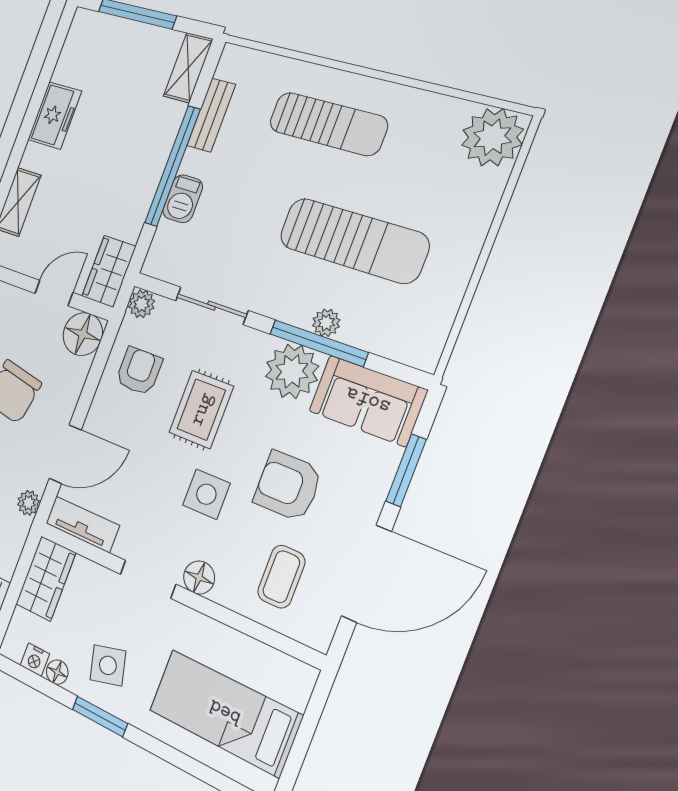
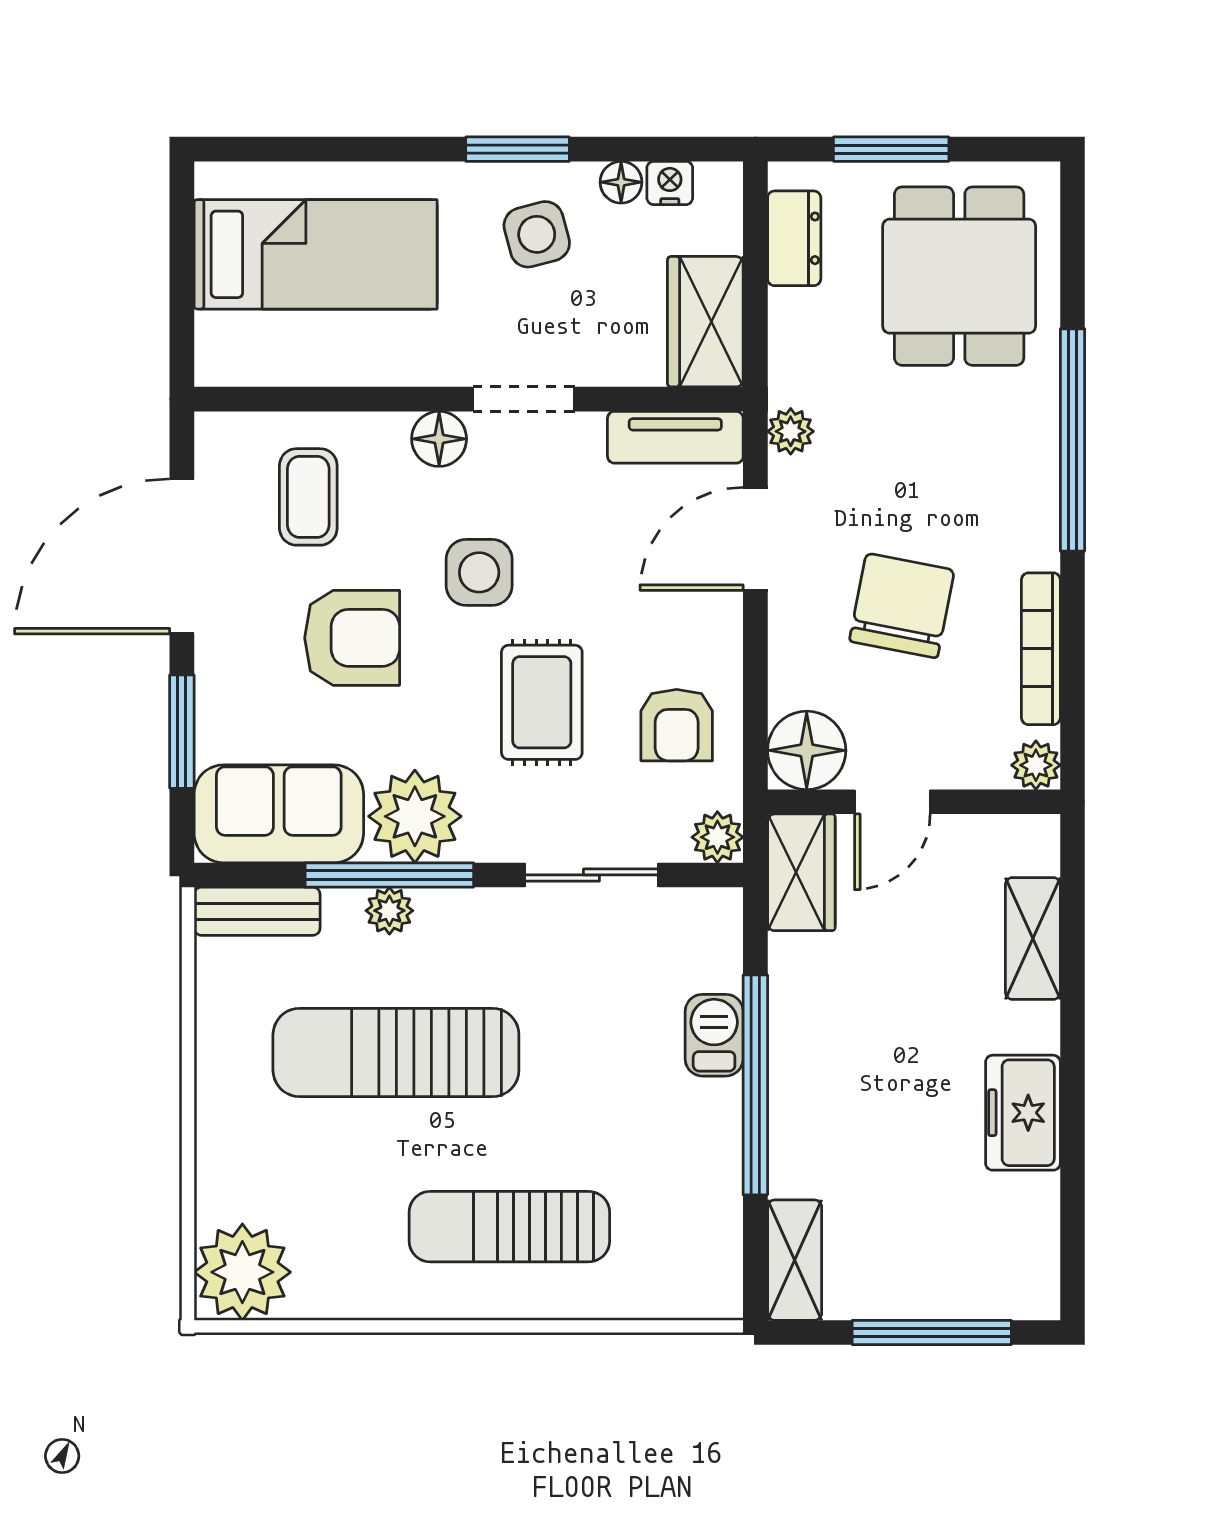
bench: (211, 115) -> (257, 911), moved, turned 90

